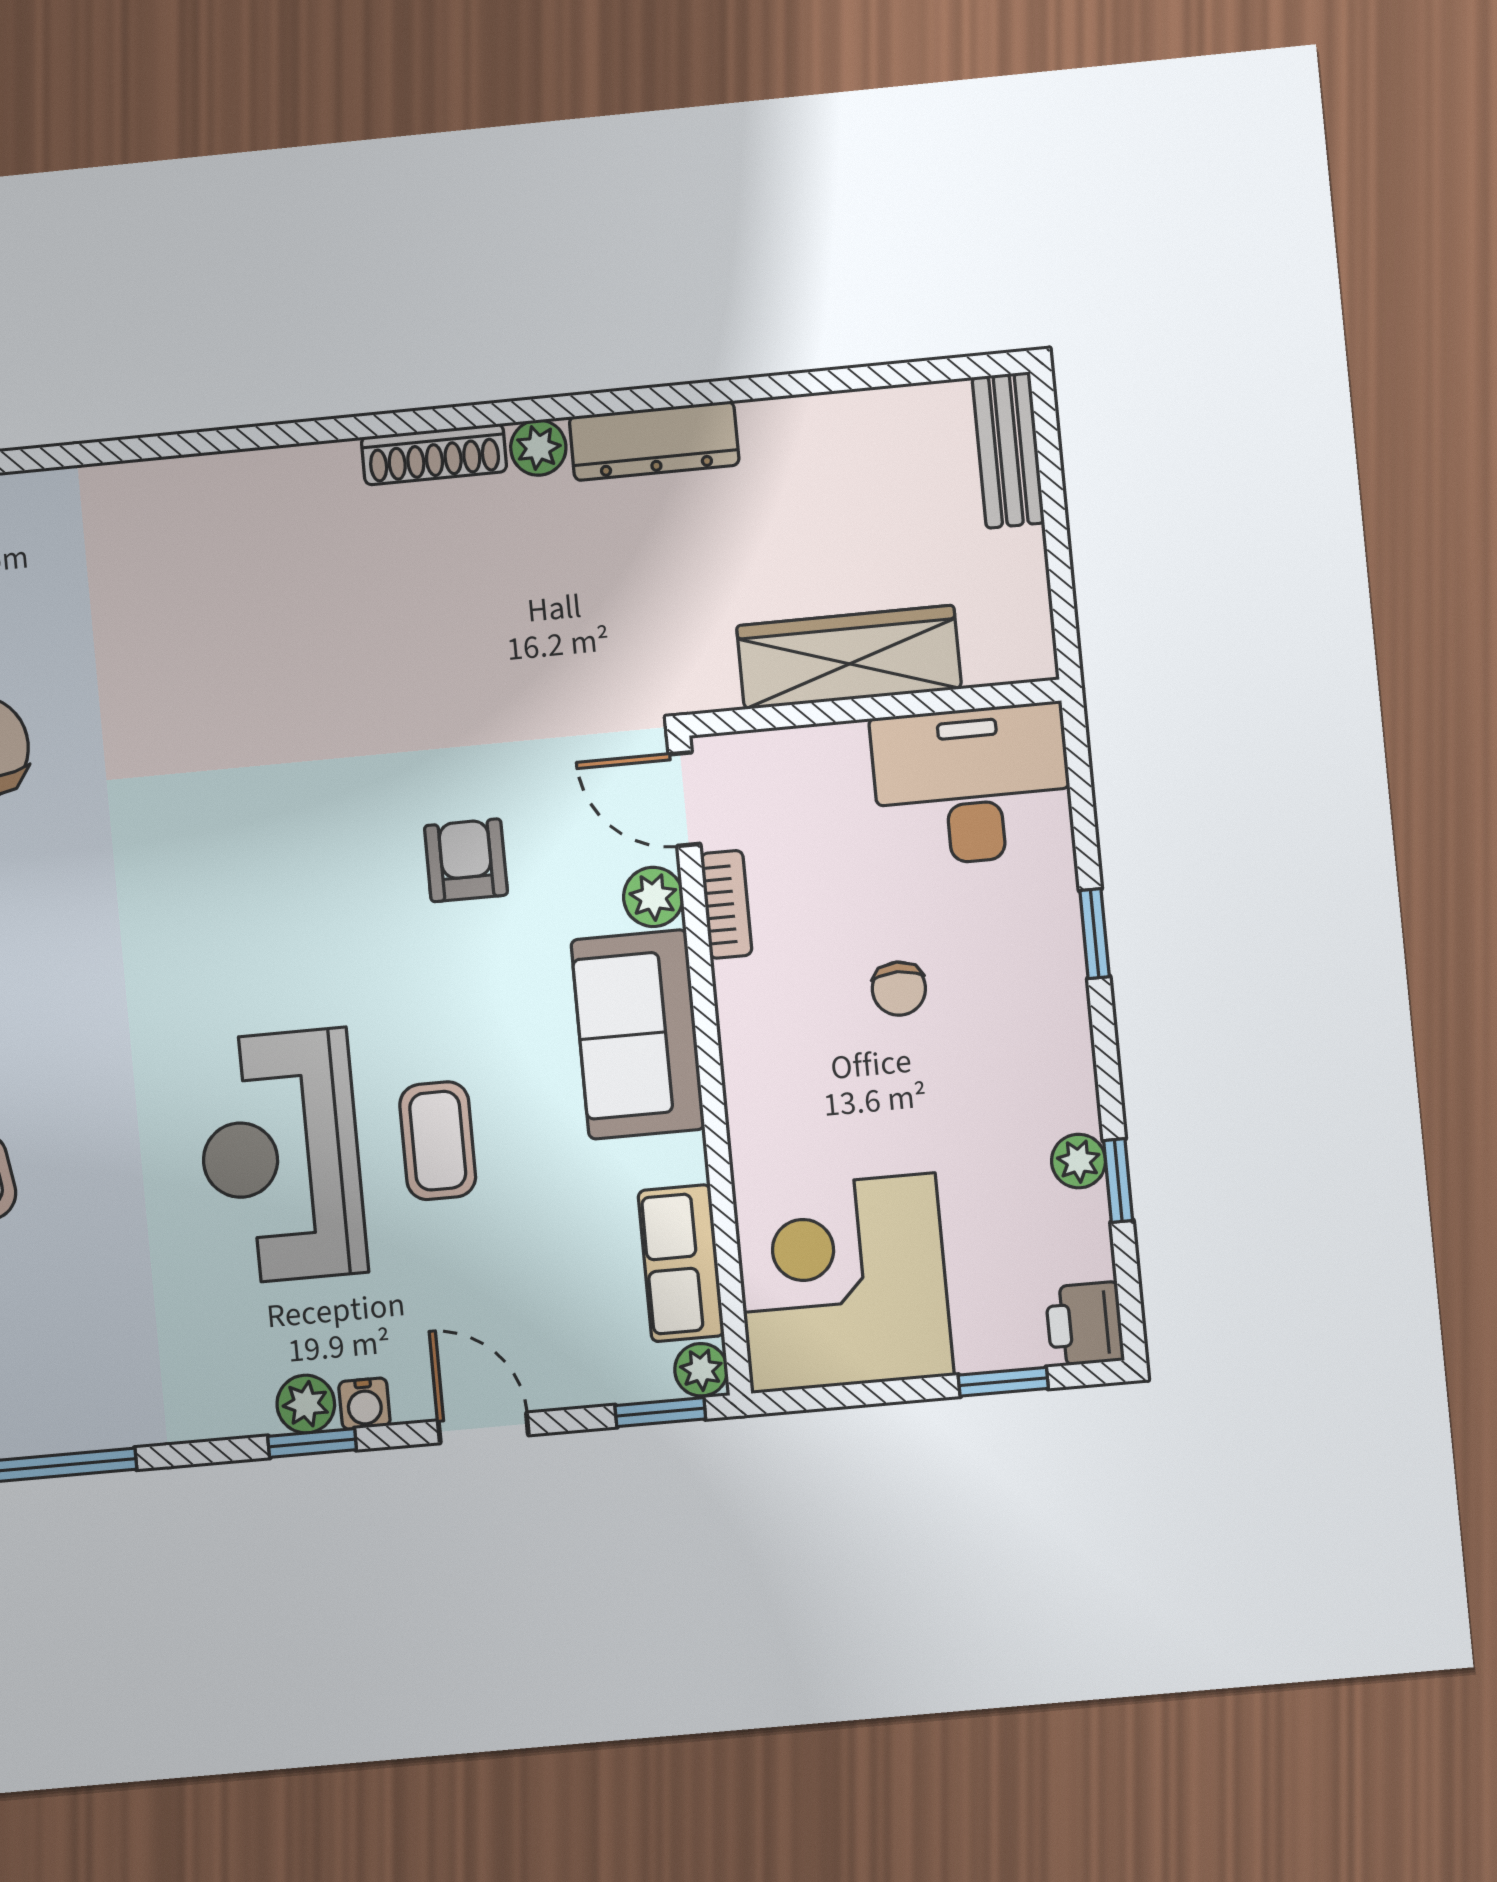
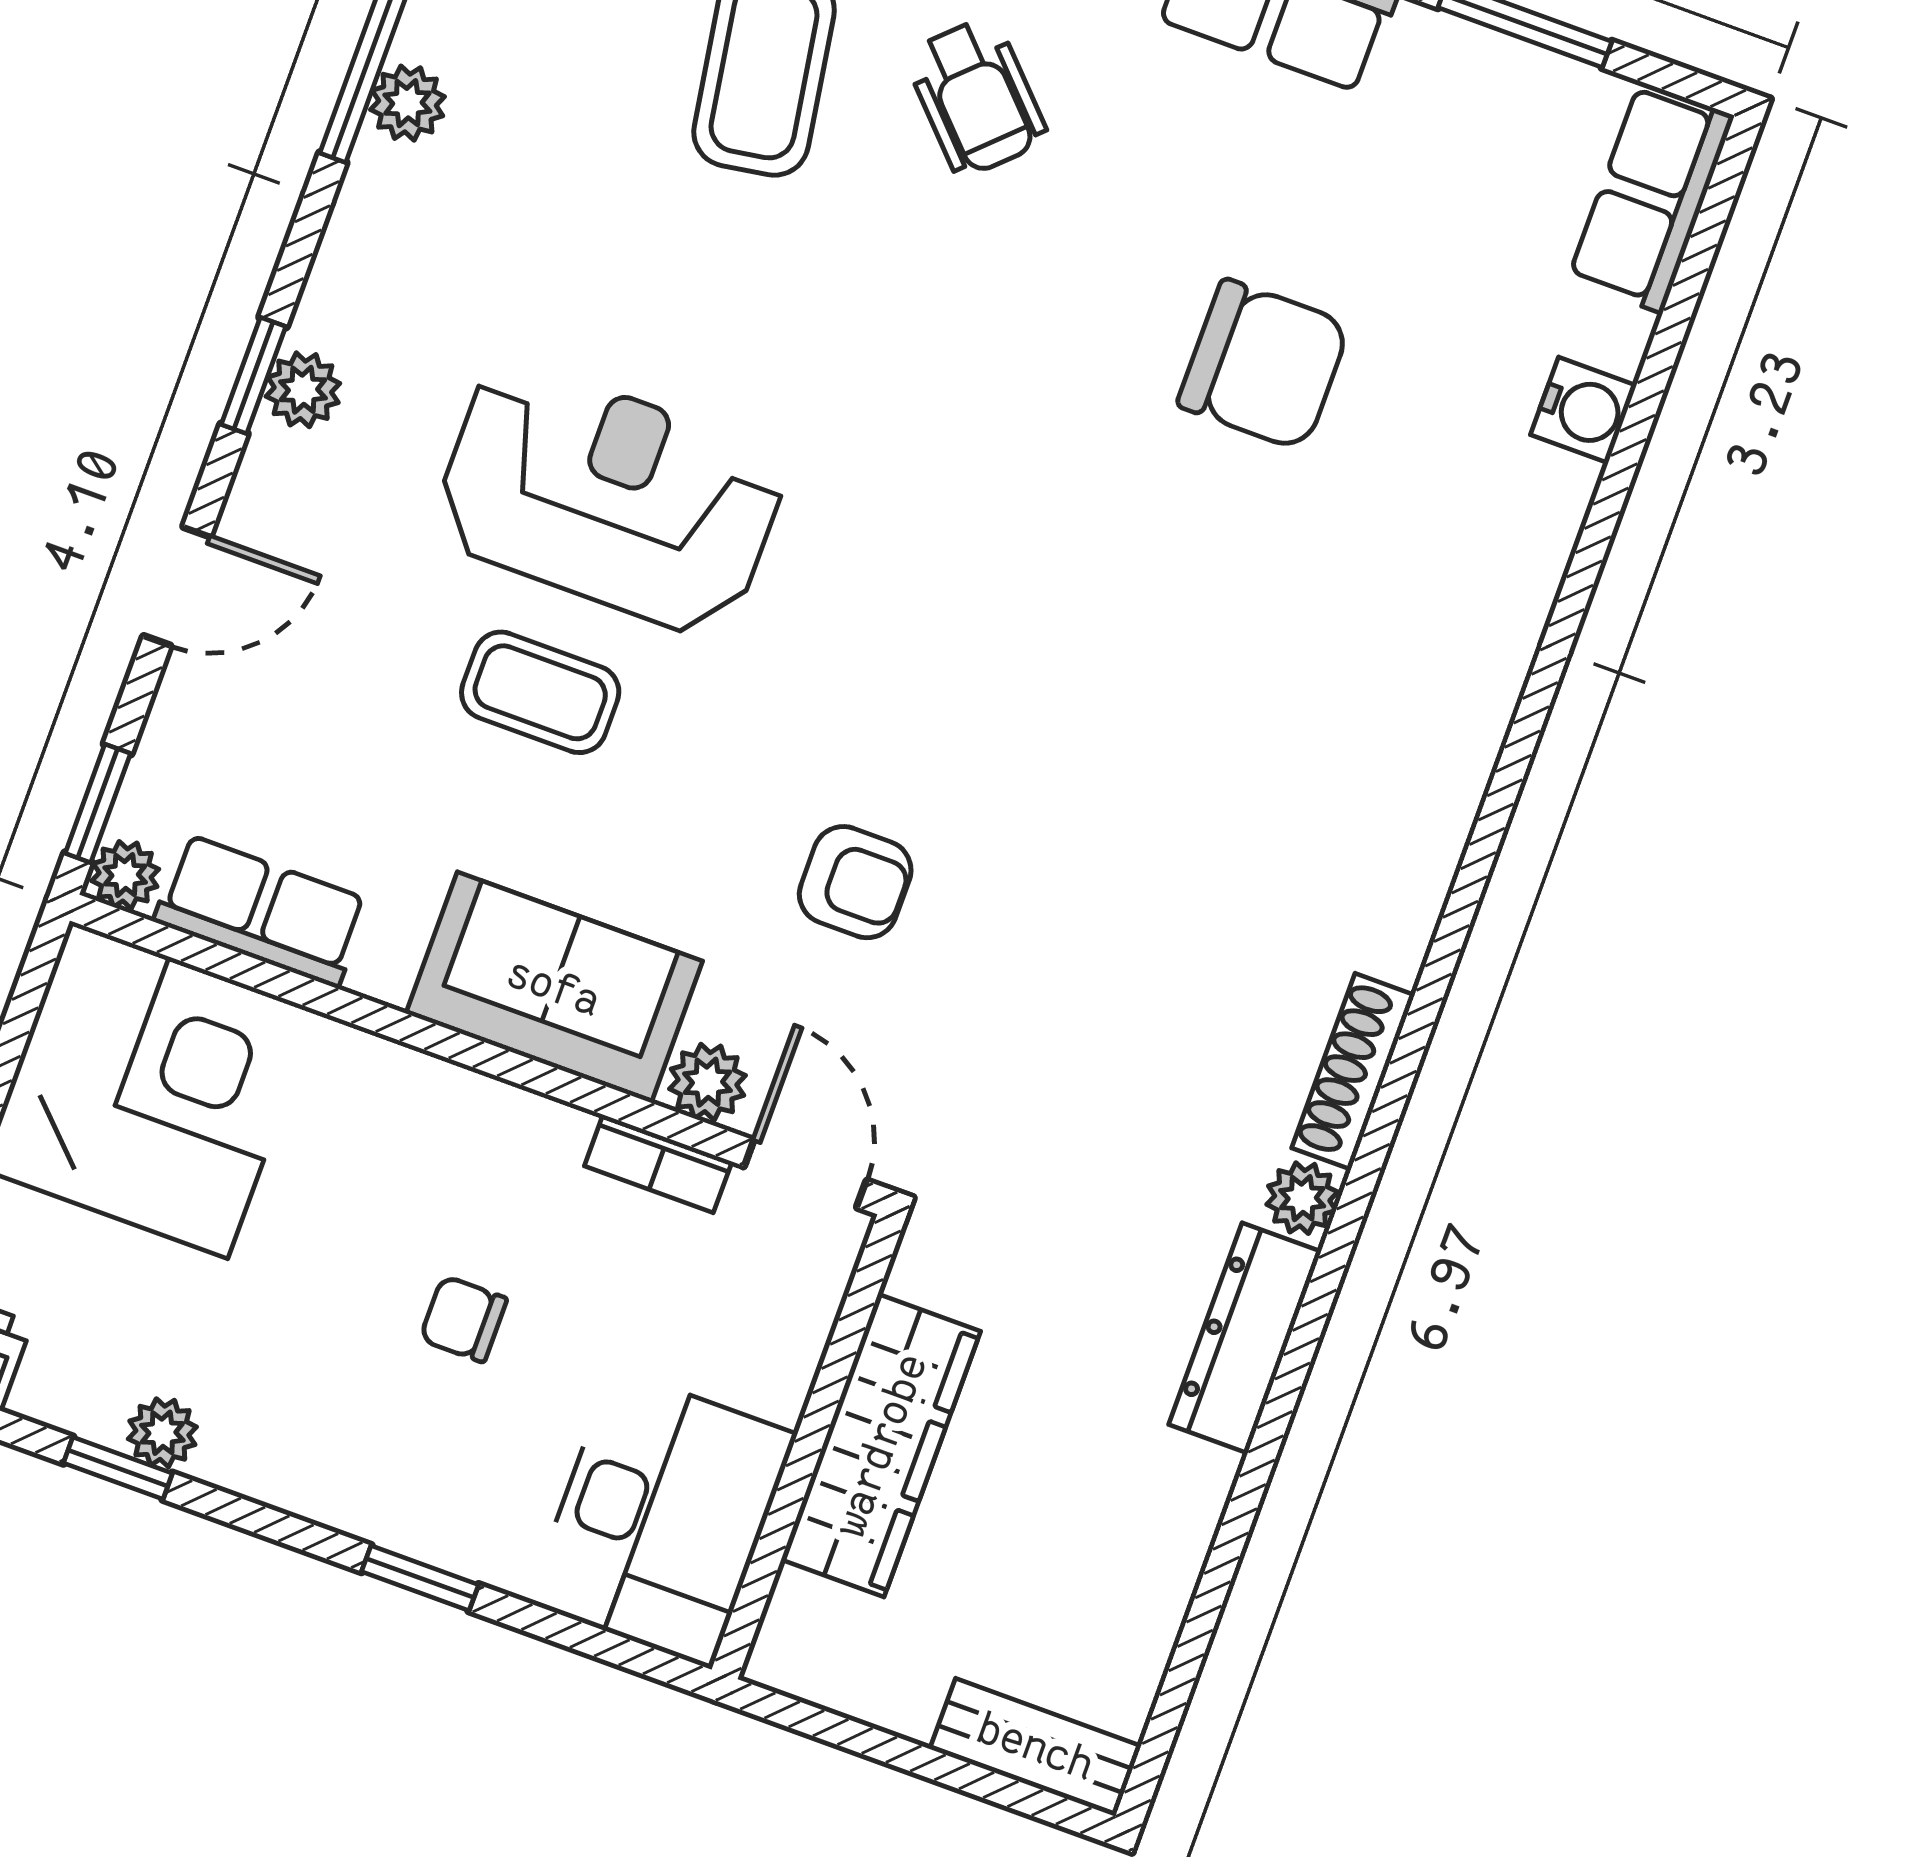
door: (685, 799) -> (805, 1173), hinge flipped
water cooler: (364, 1404) -> (271, 459), removed
plant: (74, 1425) -> (407, 103), added

